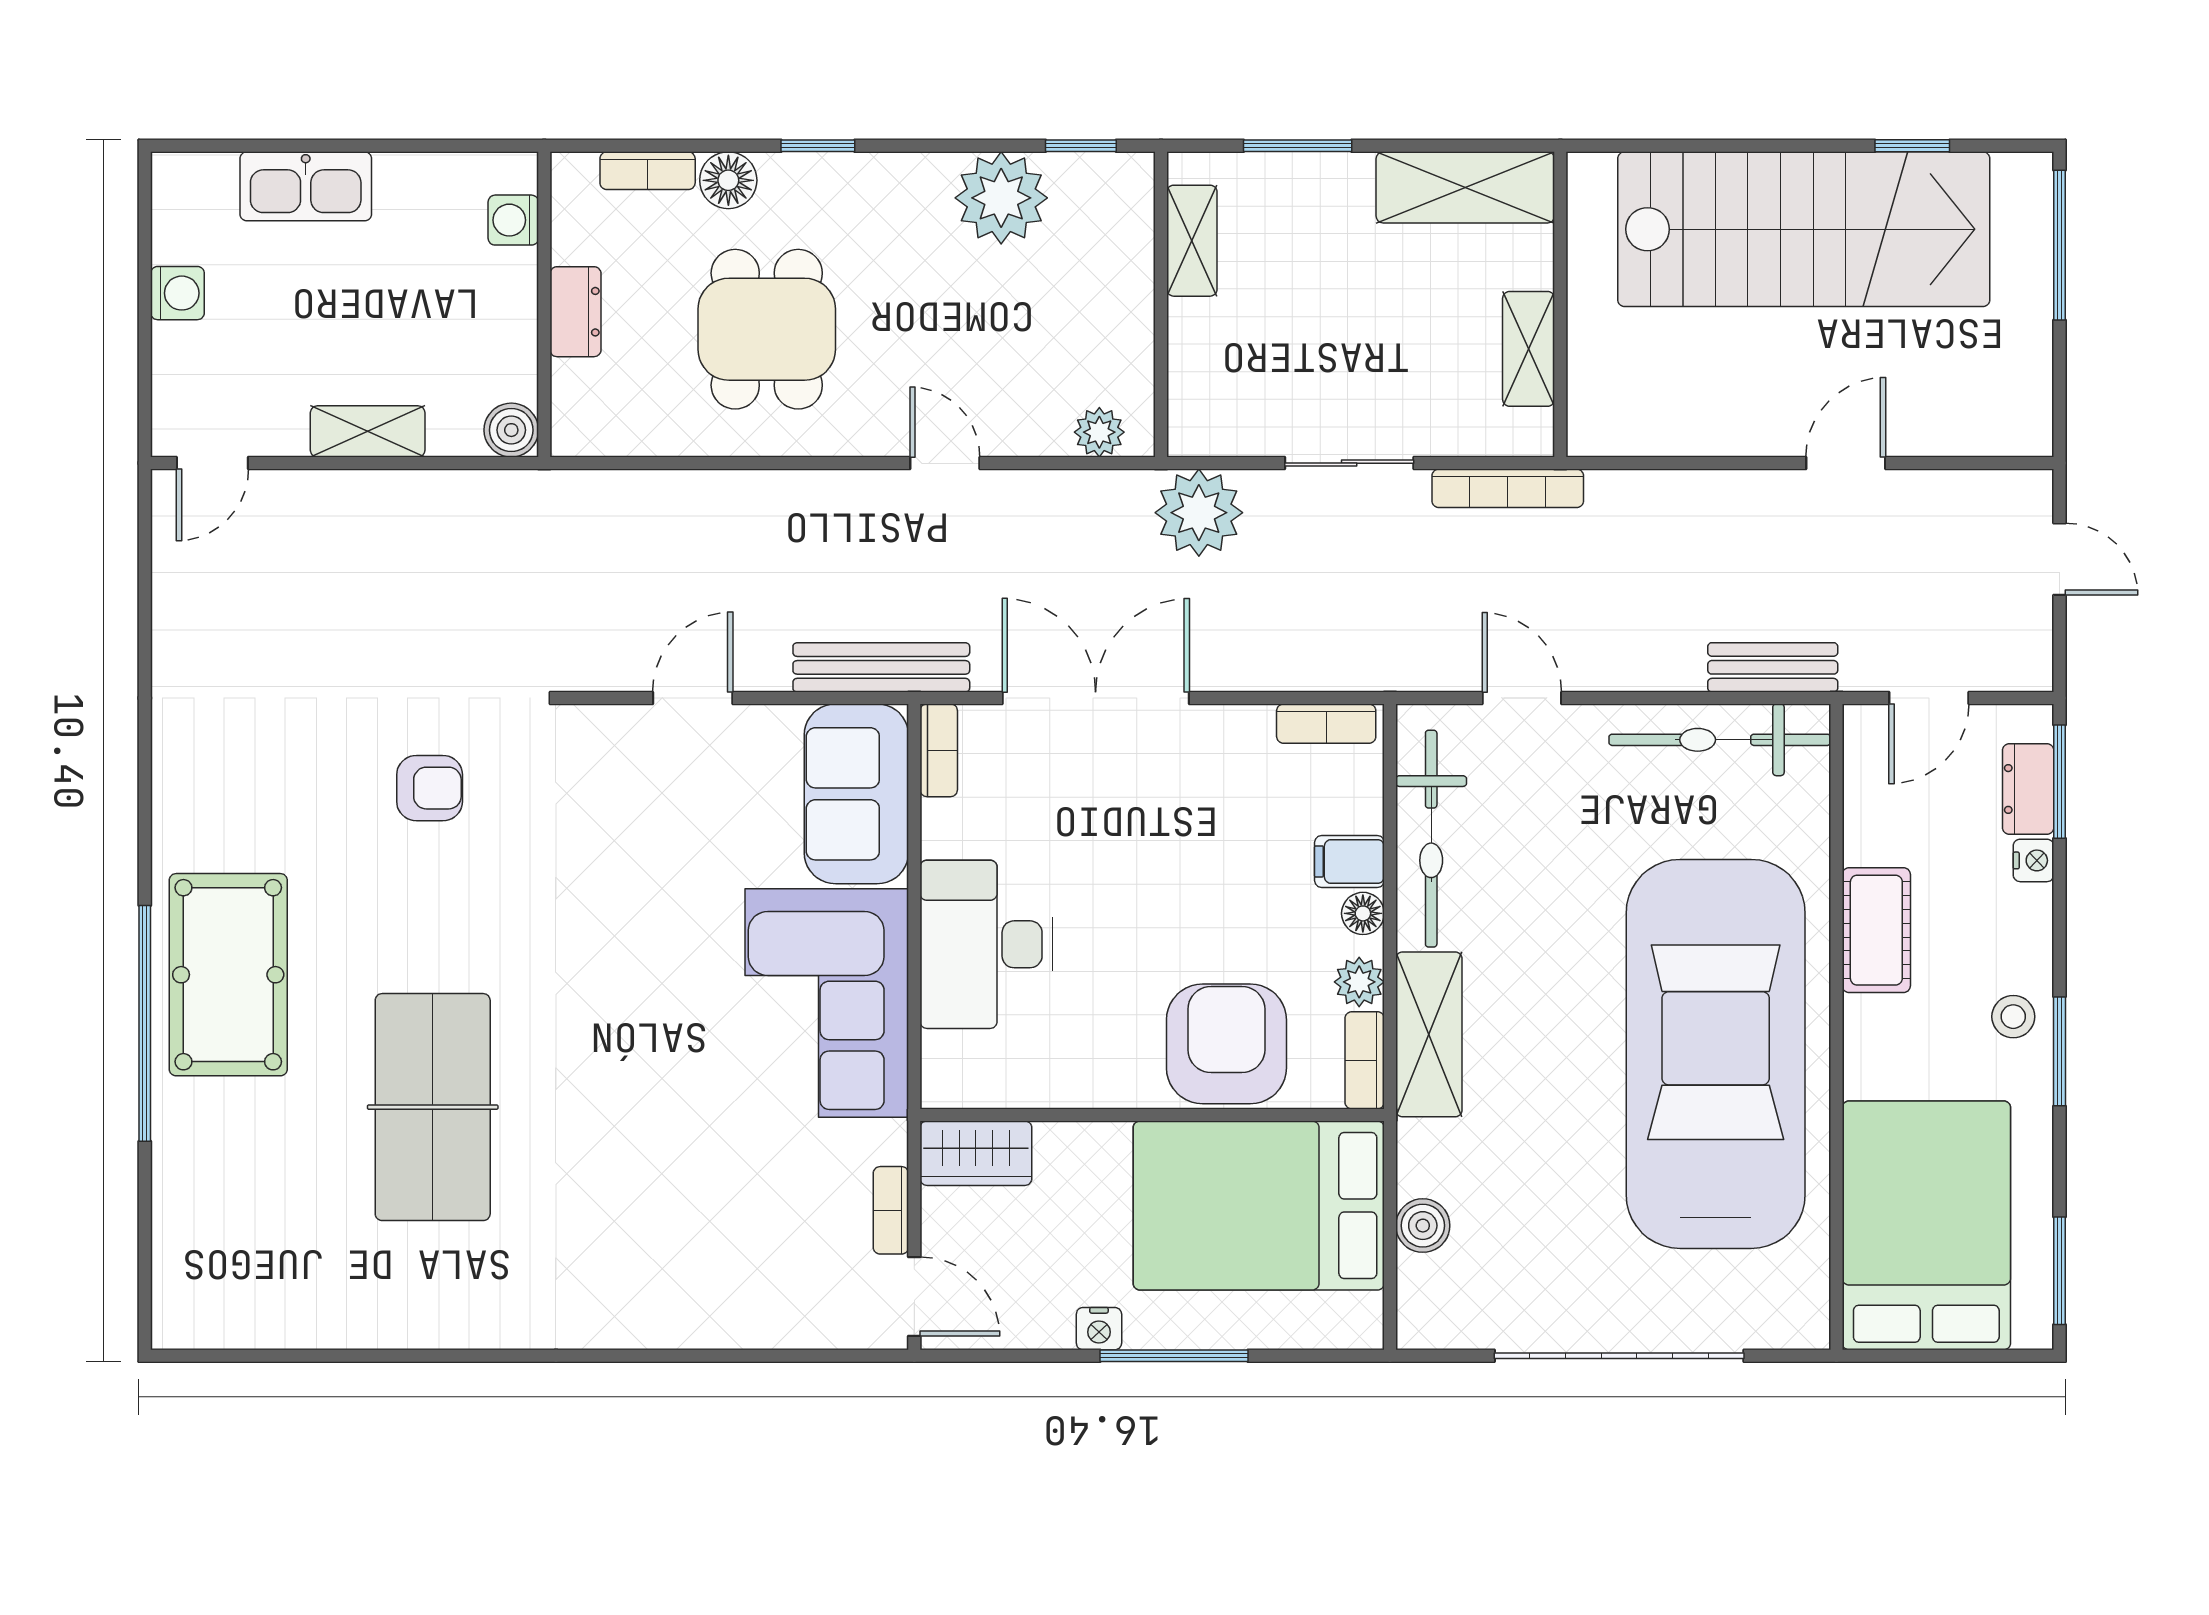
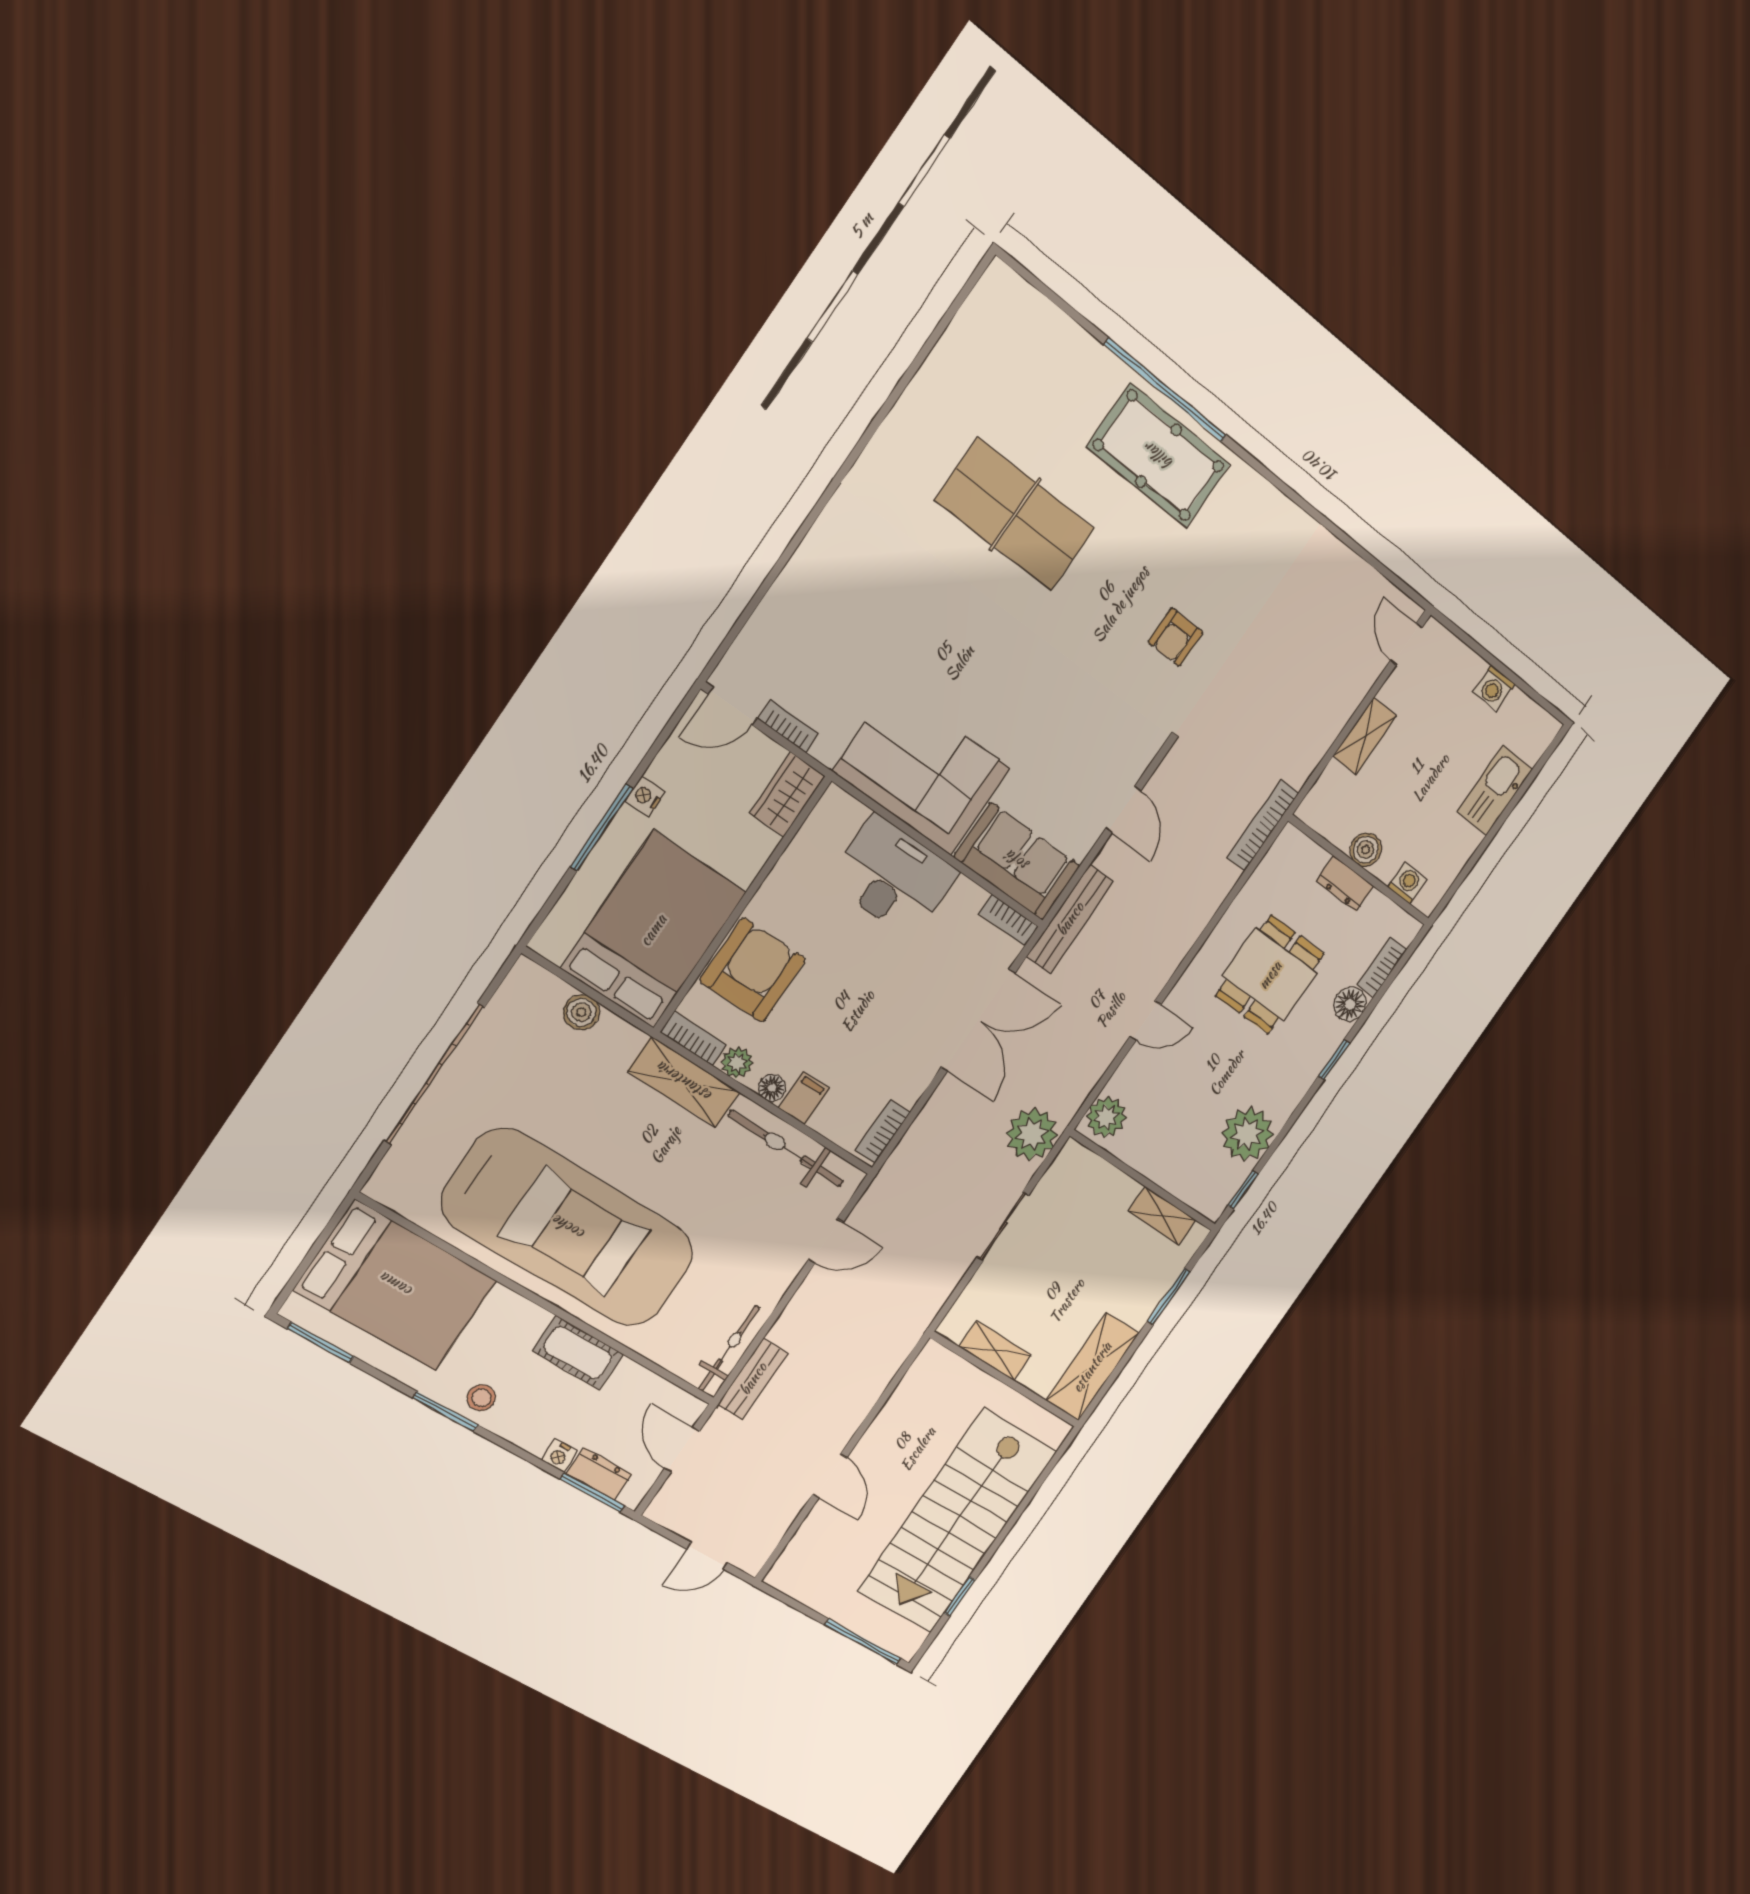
dining table: (767, 329) -> (1270, 975), turned 90
boiler: (511, 430) -> (1366, 850), moved
plant: (1099, 432) -> (1106, 1117), width x1.38, depth x1.38
bookcase: (1508, 488) -> (1263, 825), moved
bicycle: (1720, 740) -> (729, 1348), width x0.73, depth x0.71
armchair: (1226, 1044) -> (753, 970), turned -90

